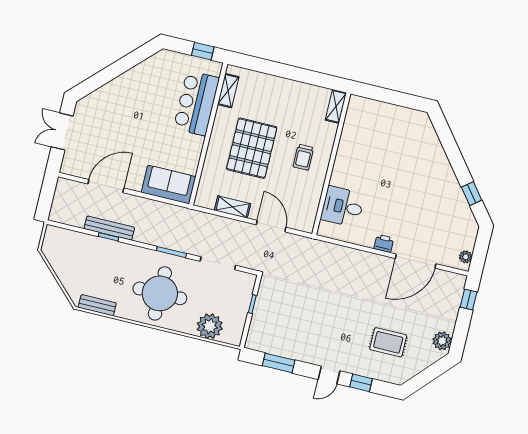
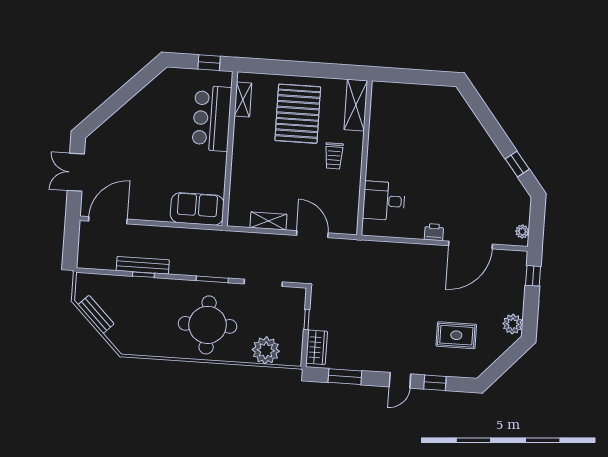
shelving: (336, 106) -> (356, 105), width x1.50, depth x1.33
pallet: (252, 148) -> (298, 114), moved
door: (106, 186) -> (108, 220), moved
bench: (97, 305) -> (96, 314), moved, turned 45
wardrobe: (257, 331) -> (317, 347), added

